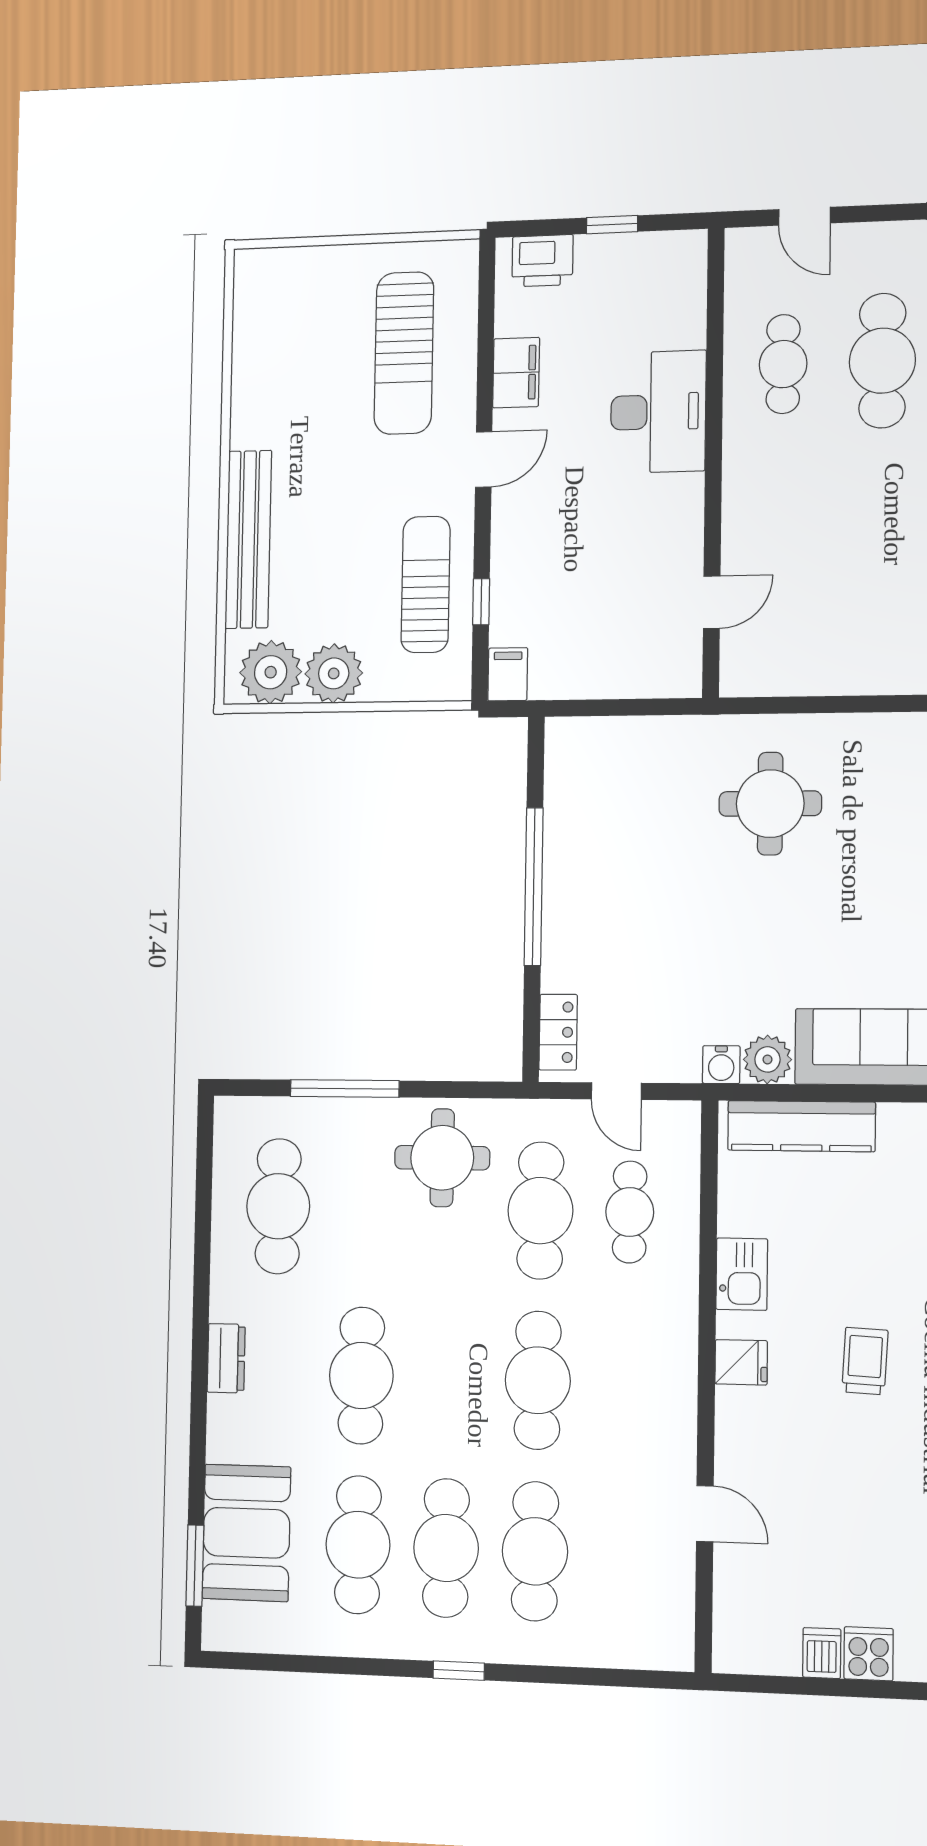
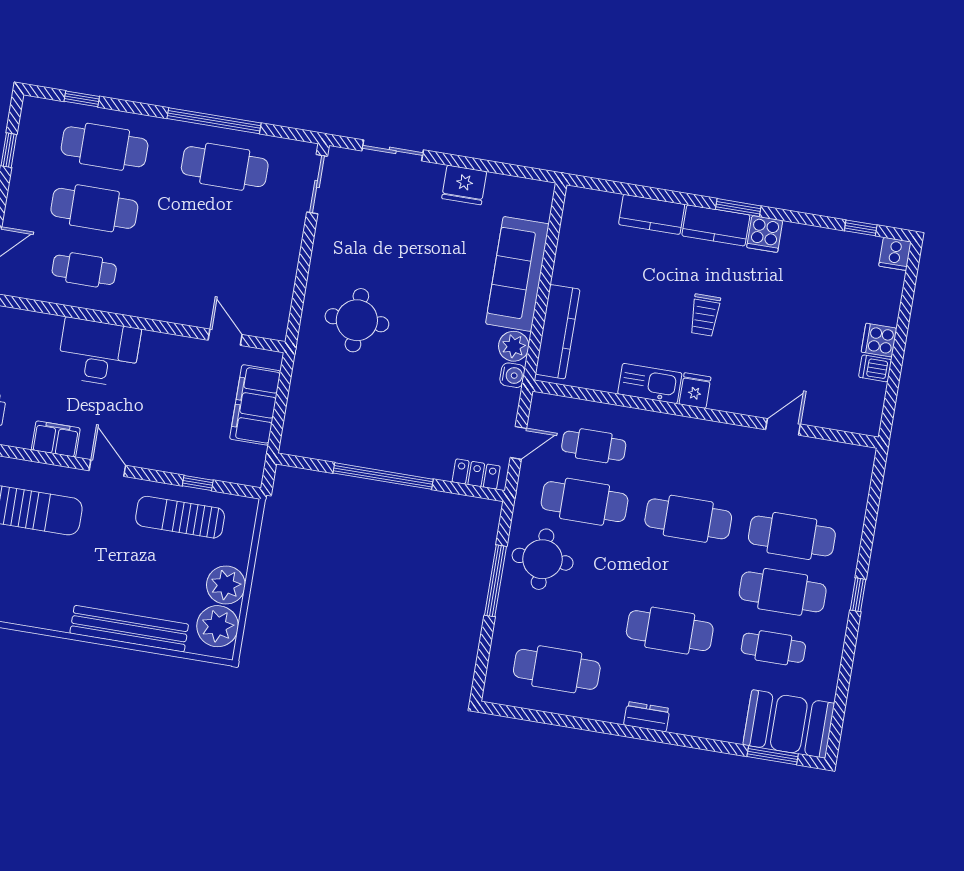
filing cabinet: (508, 674) -> (255, 405), moved, width x3.00, depth x1.17
window: (345, 1089) -> (496, 581), moved
kitchen sink: (742, 1274) -> (650, 383), width x1.38
trolley: (865, 1361) -> (705, 315), turned -93
booth: (246, 1533) -> (789, 724), moved
cafe table: (358, 1545) -> (773, 648), width x0.73, depth x0.74

